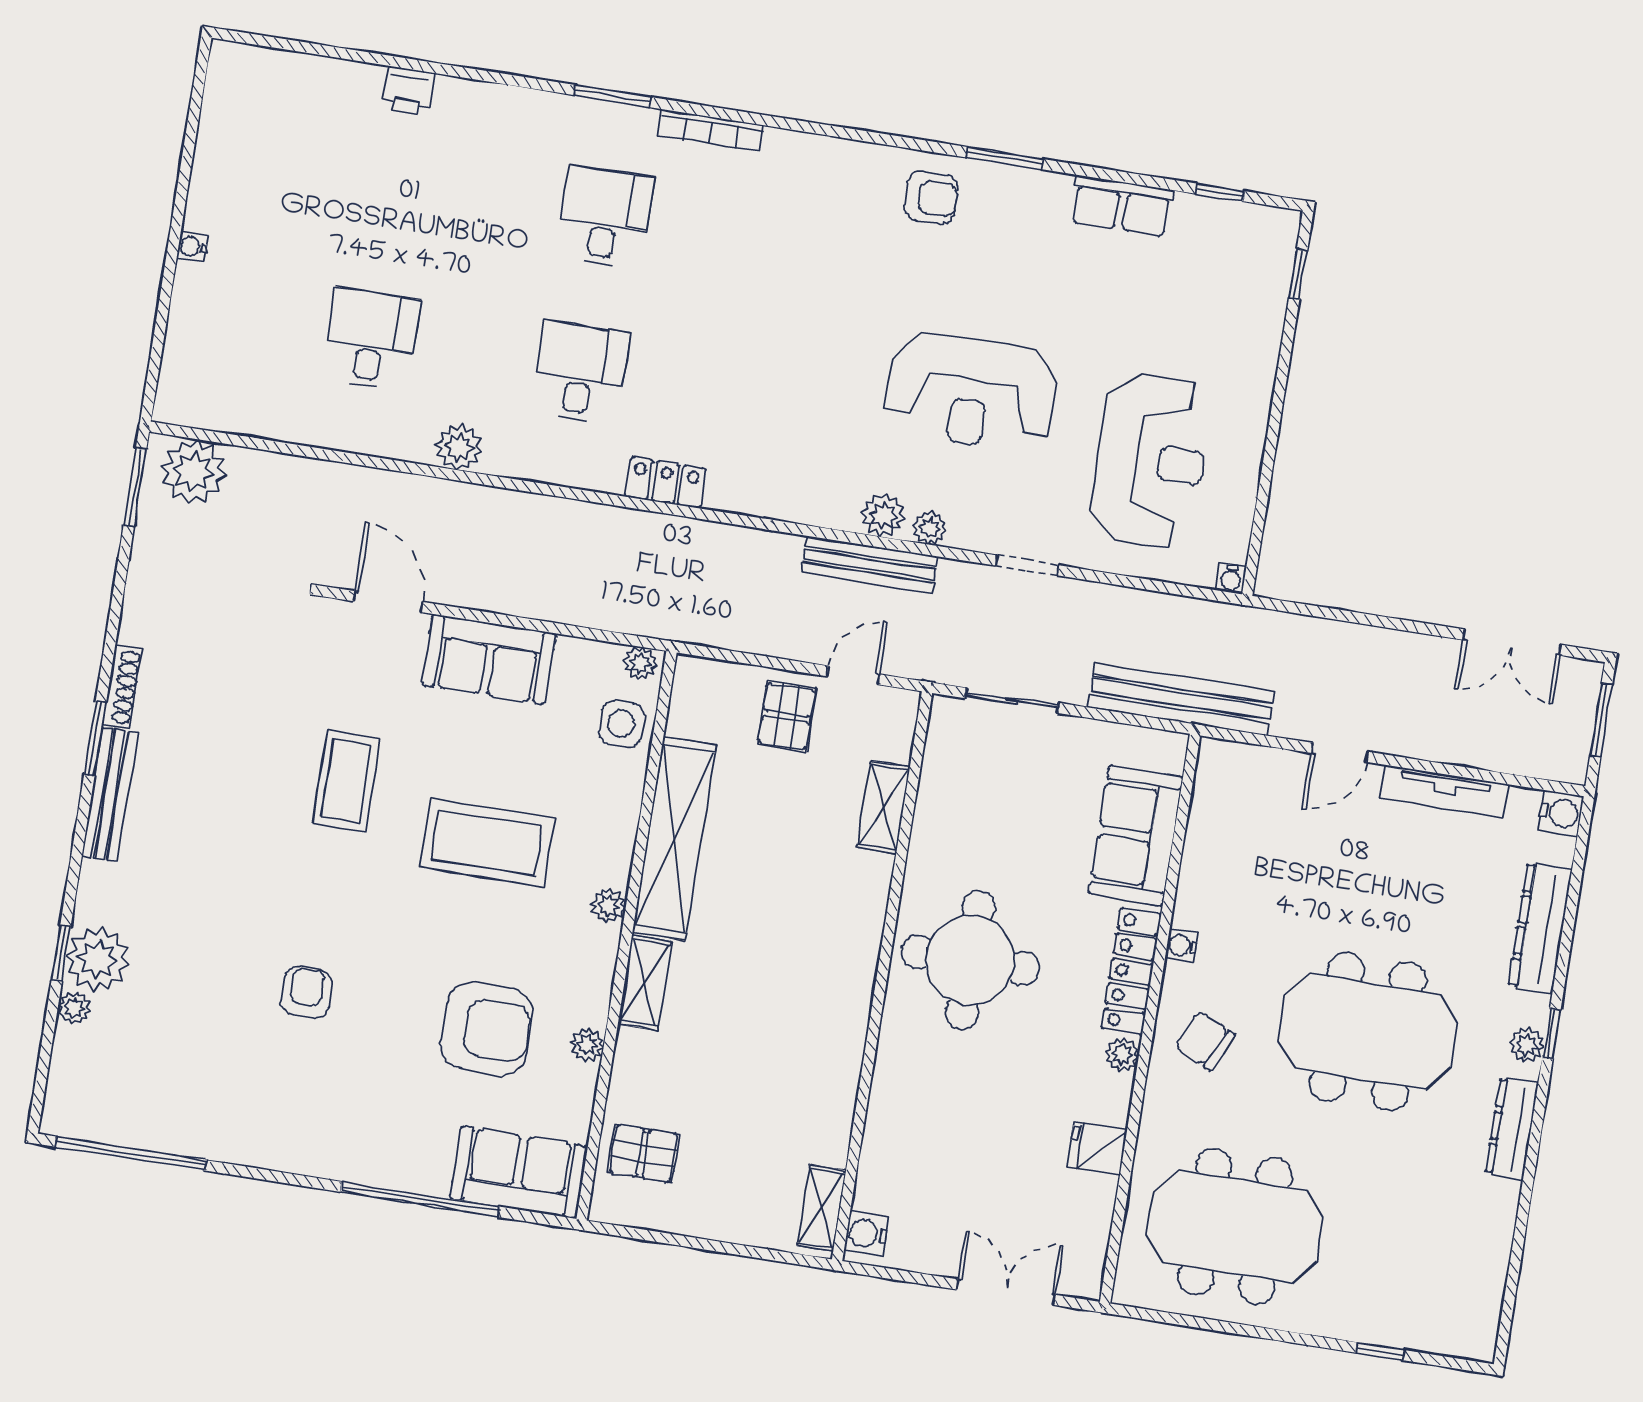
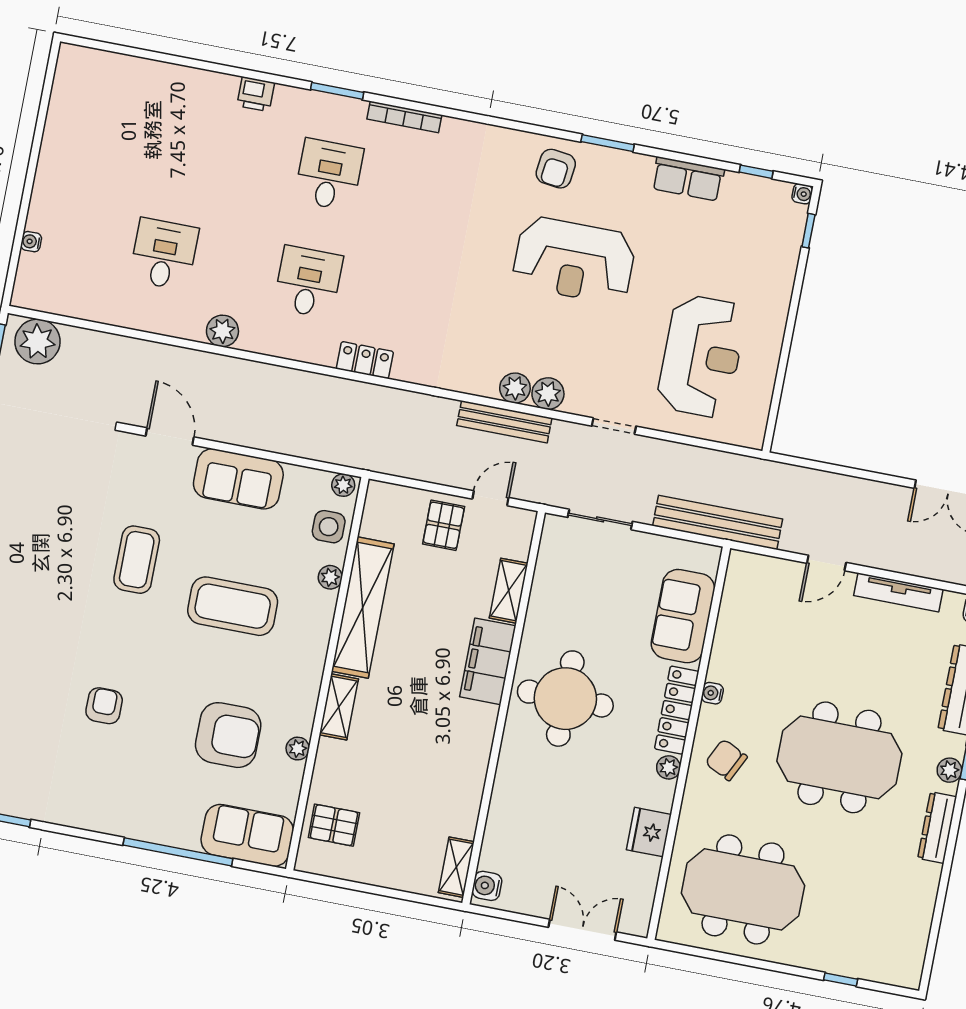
printer: (408, 91) -> (256, 94), moved
armchair: (931, 198) -> (556, 169), turned 97
water cooler: (192, 247) -> (31, 242), moved
reception desk: (971, 392) -> (574, 260), moved
plant: (930, 528) -> (548, 394), width x1.38, depth x1.38
water cooler: (1231, 579) -> (802, 194), moved, turned -90
plant: (609, 906) -> (330, 577), moved
filing cabinet: (857, 910) -> (488, 661), added
fridge: (1097, 1148) -> (649, 832), width x1.38

